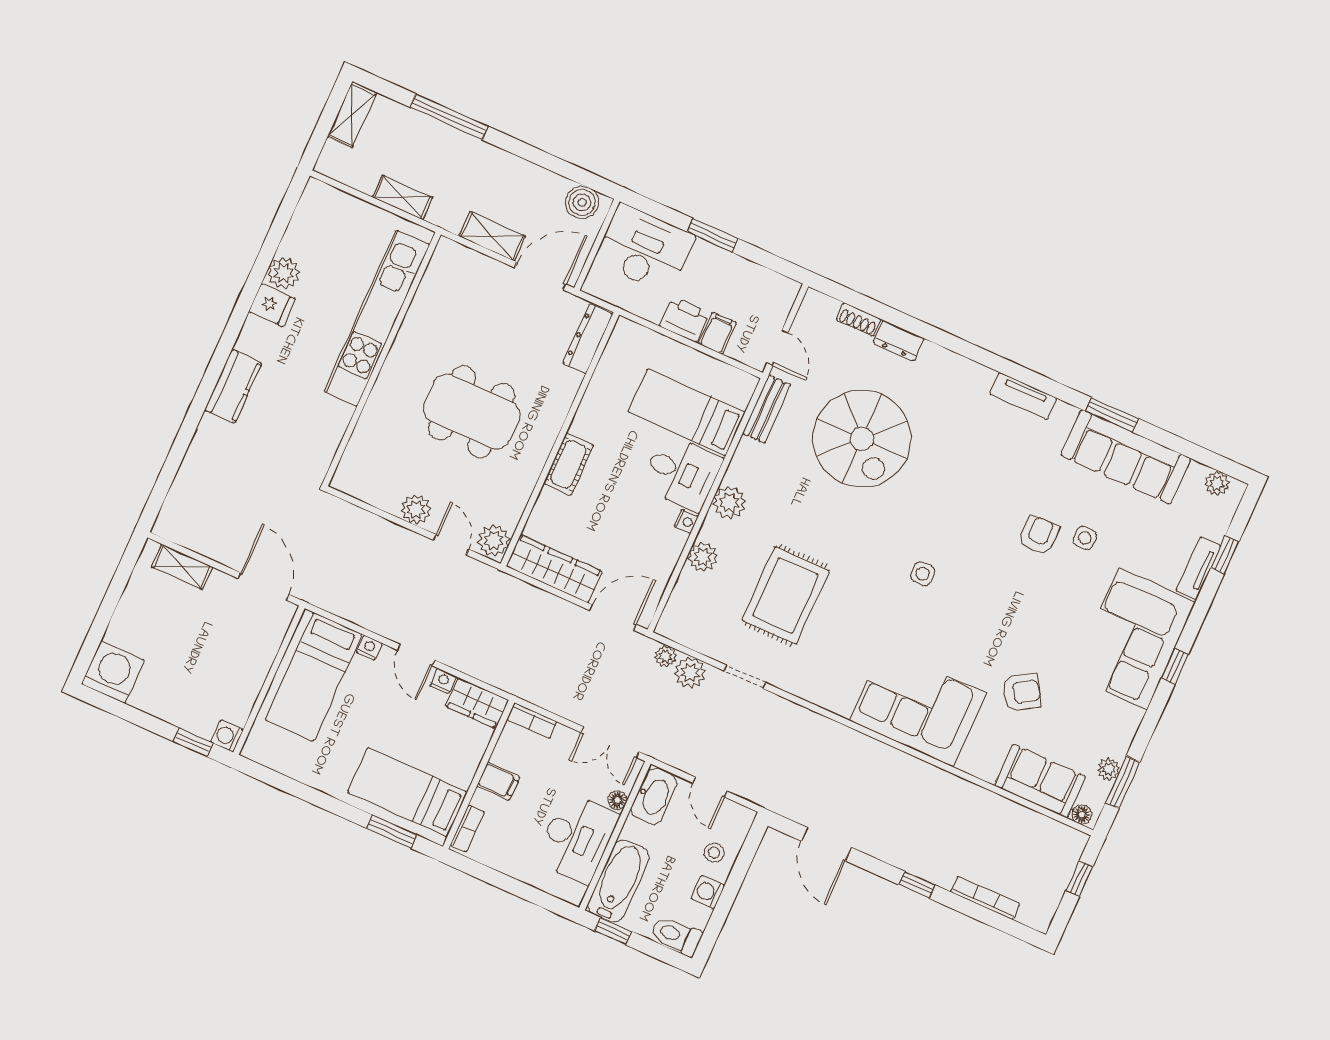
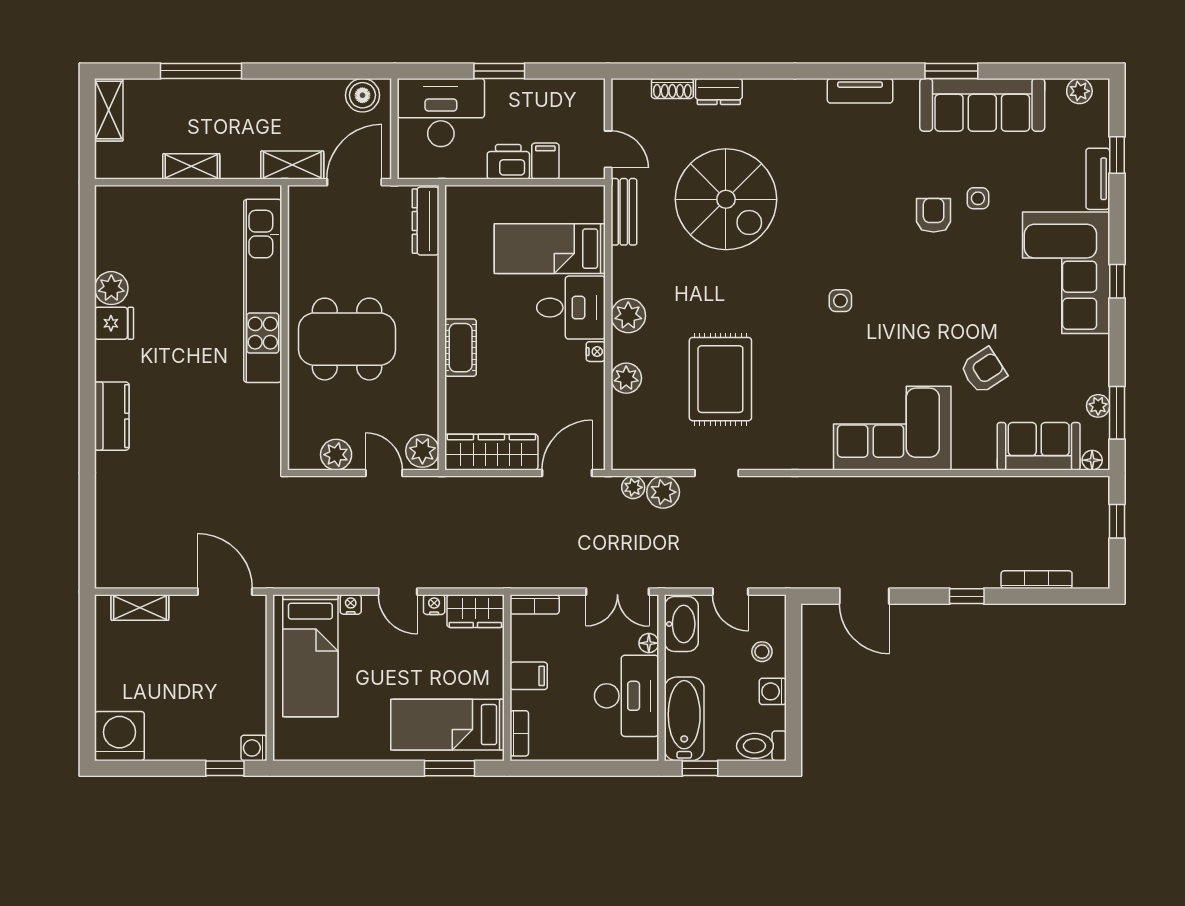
kitchen unit: (377, 318) -> (263, 291), moved
wall: (382, 359) -> (285, 328), moved

